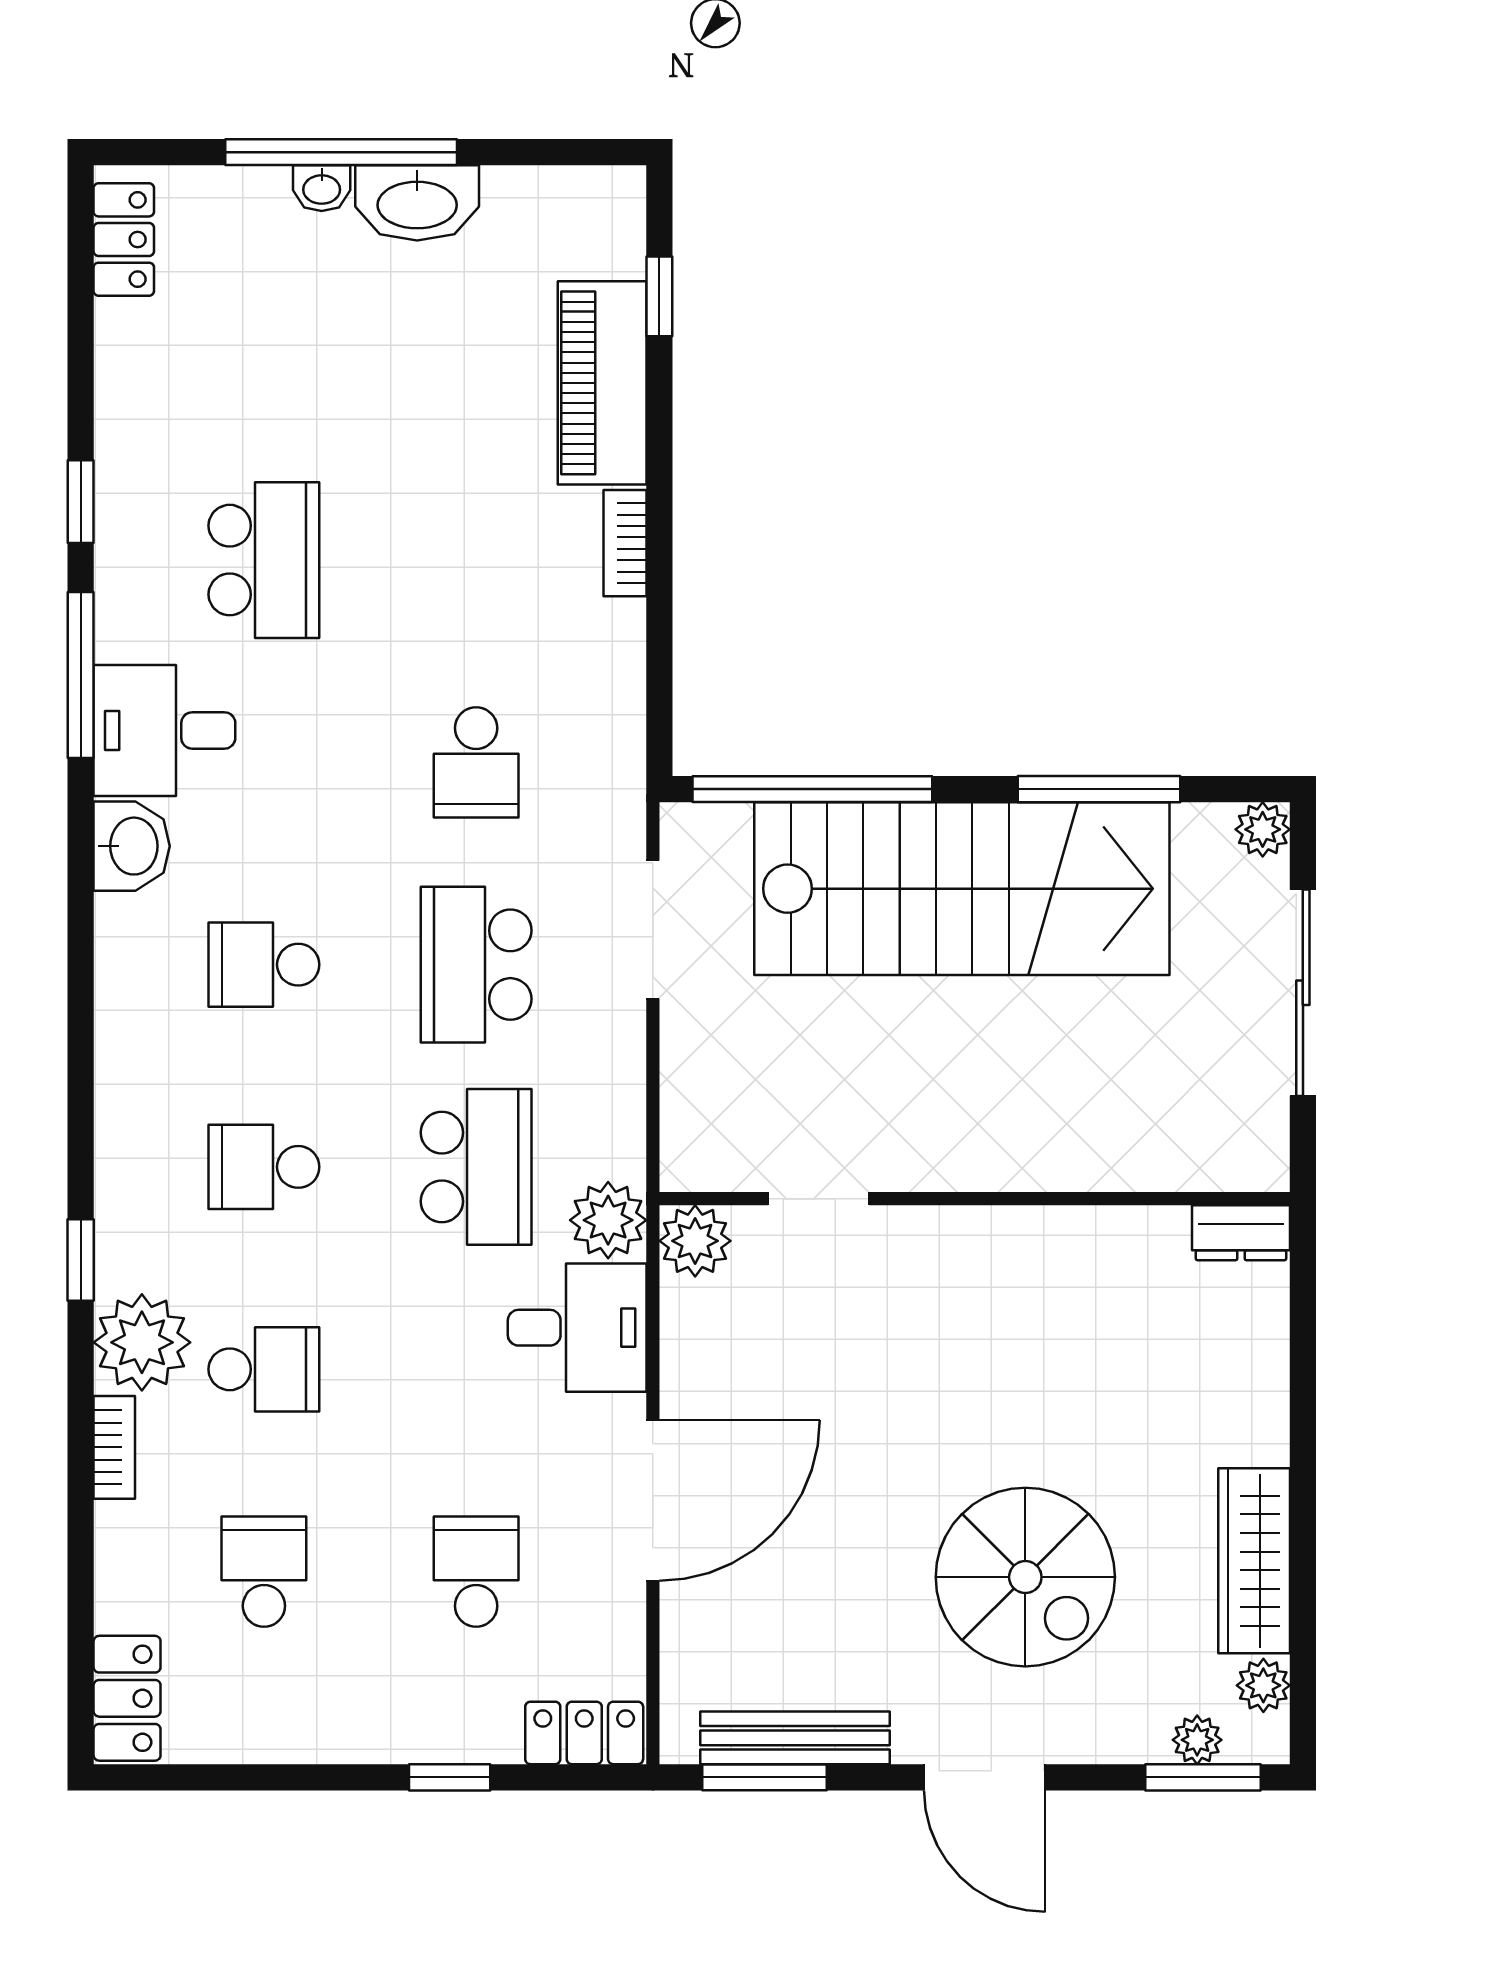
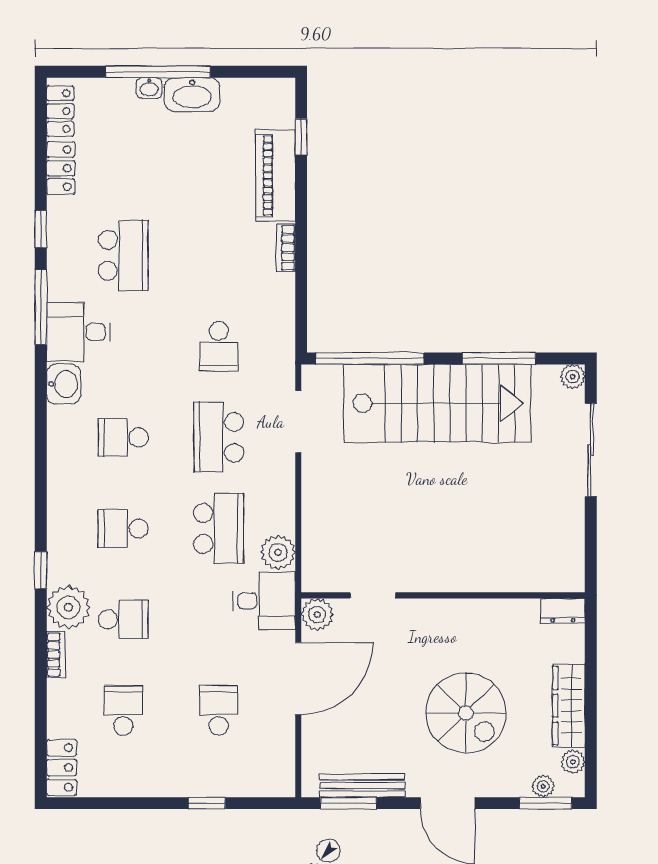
doorway: (818, 1199) -> (373, 595), moved
wall: (975, 1199) -> (443, 595), moved
dresser: (1241, 1233) -> (563, 611), moved
plant: (695, 1241) -> (317, 614), moved
locker: (584, 1733) -> (61, 168), moved, turned 90

